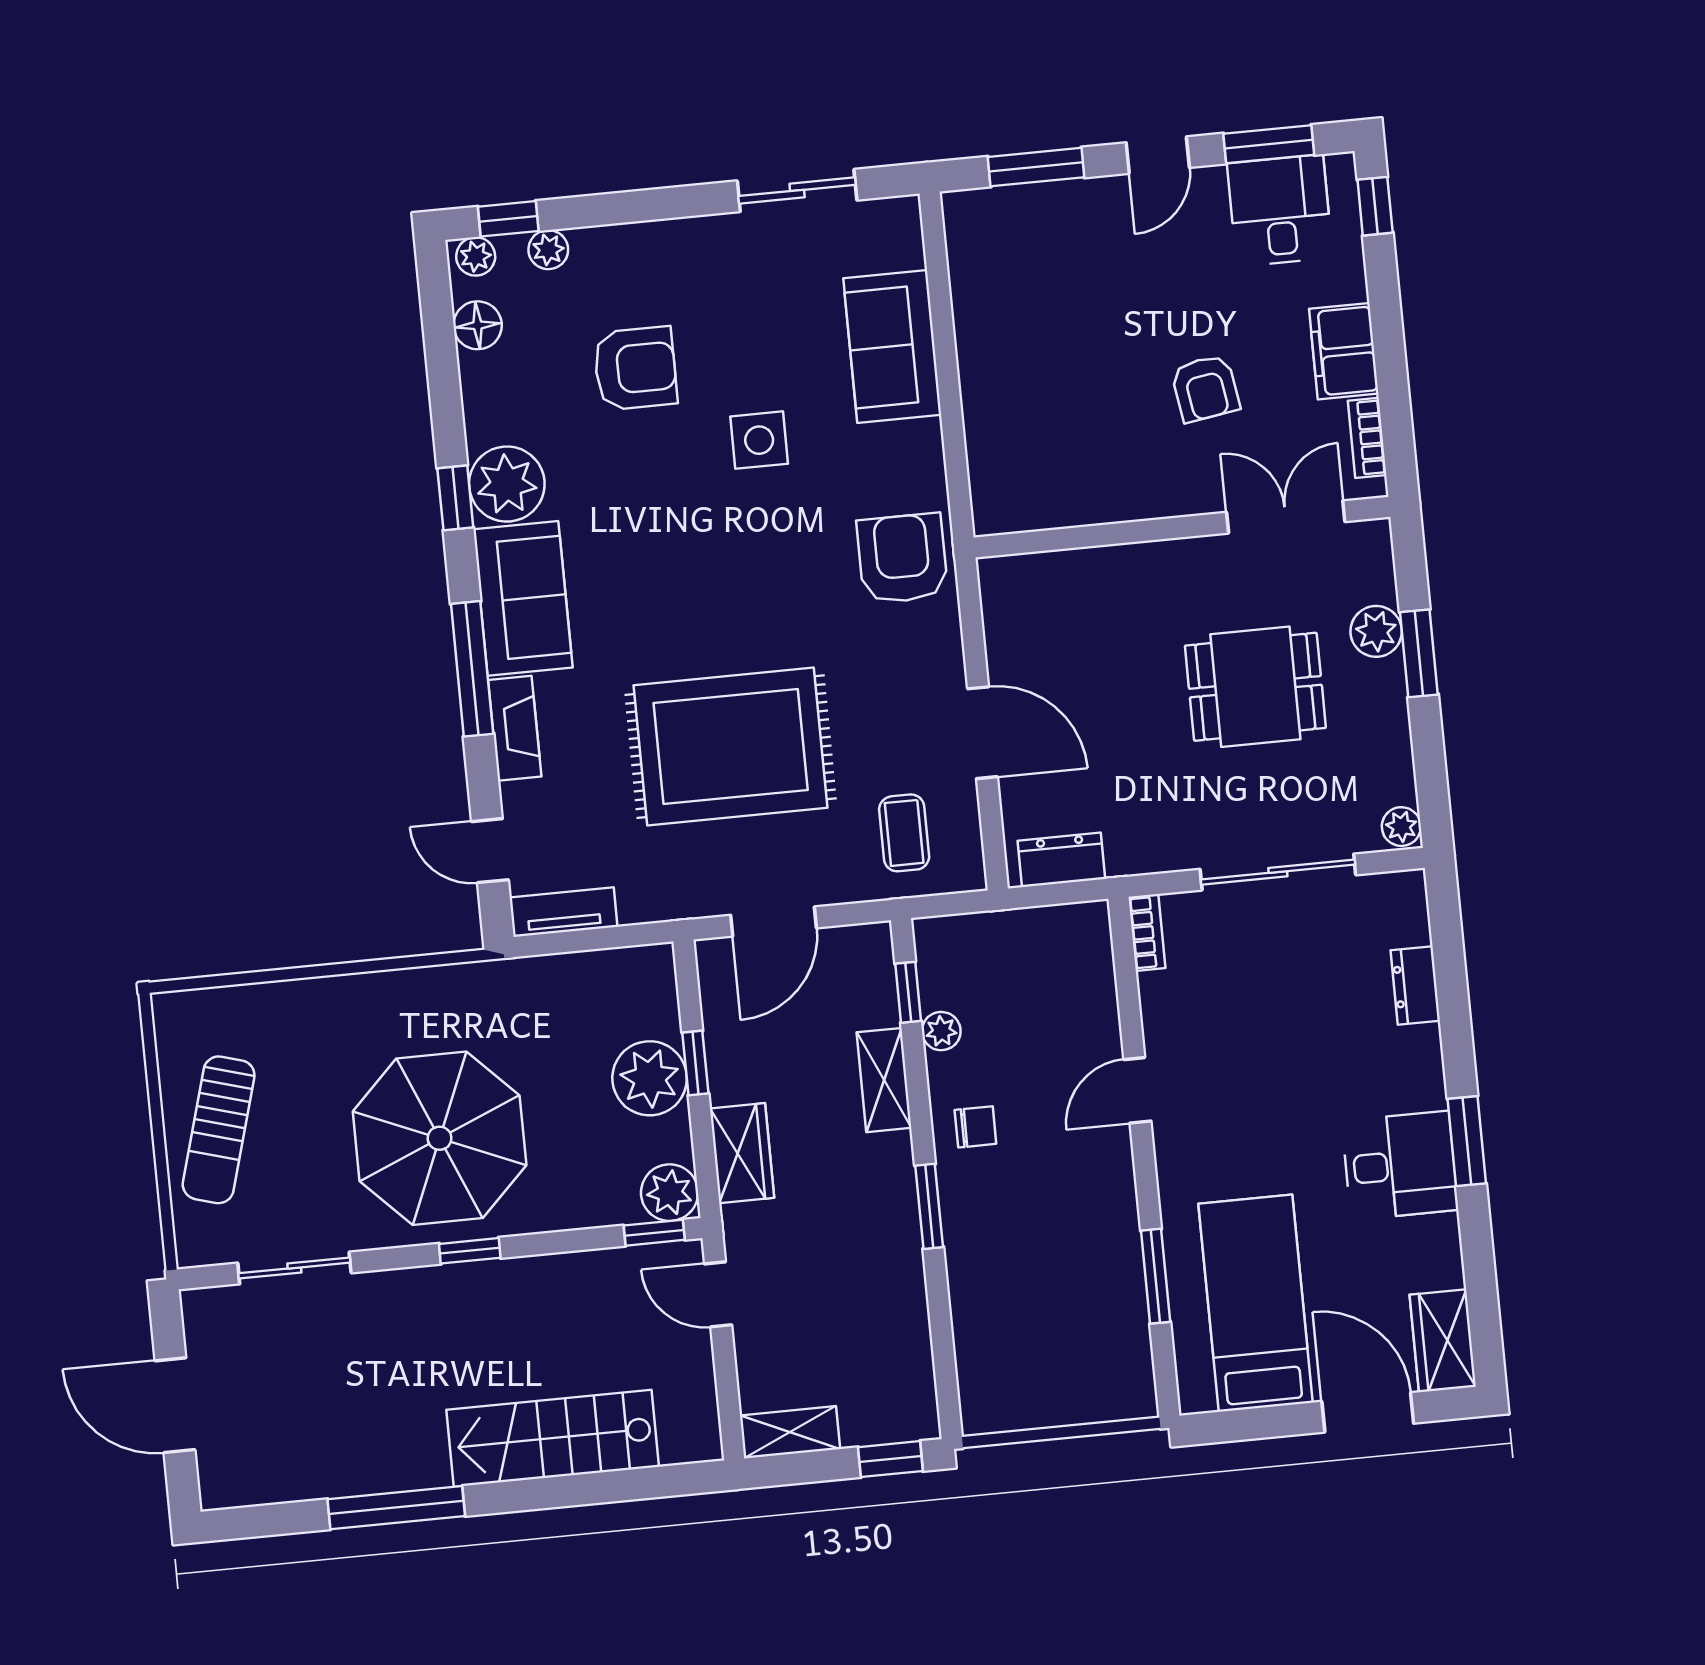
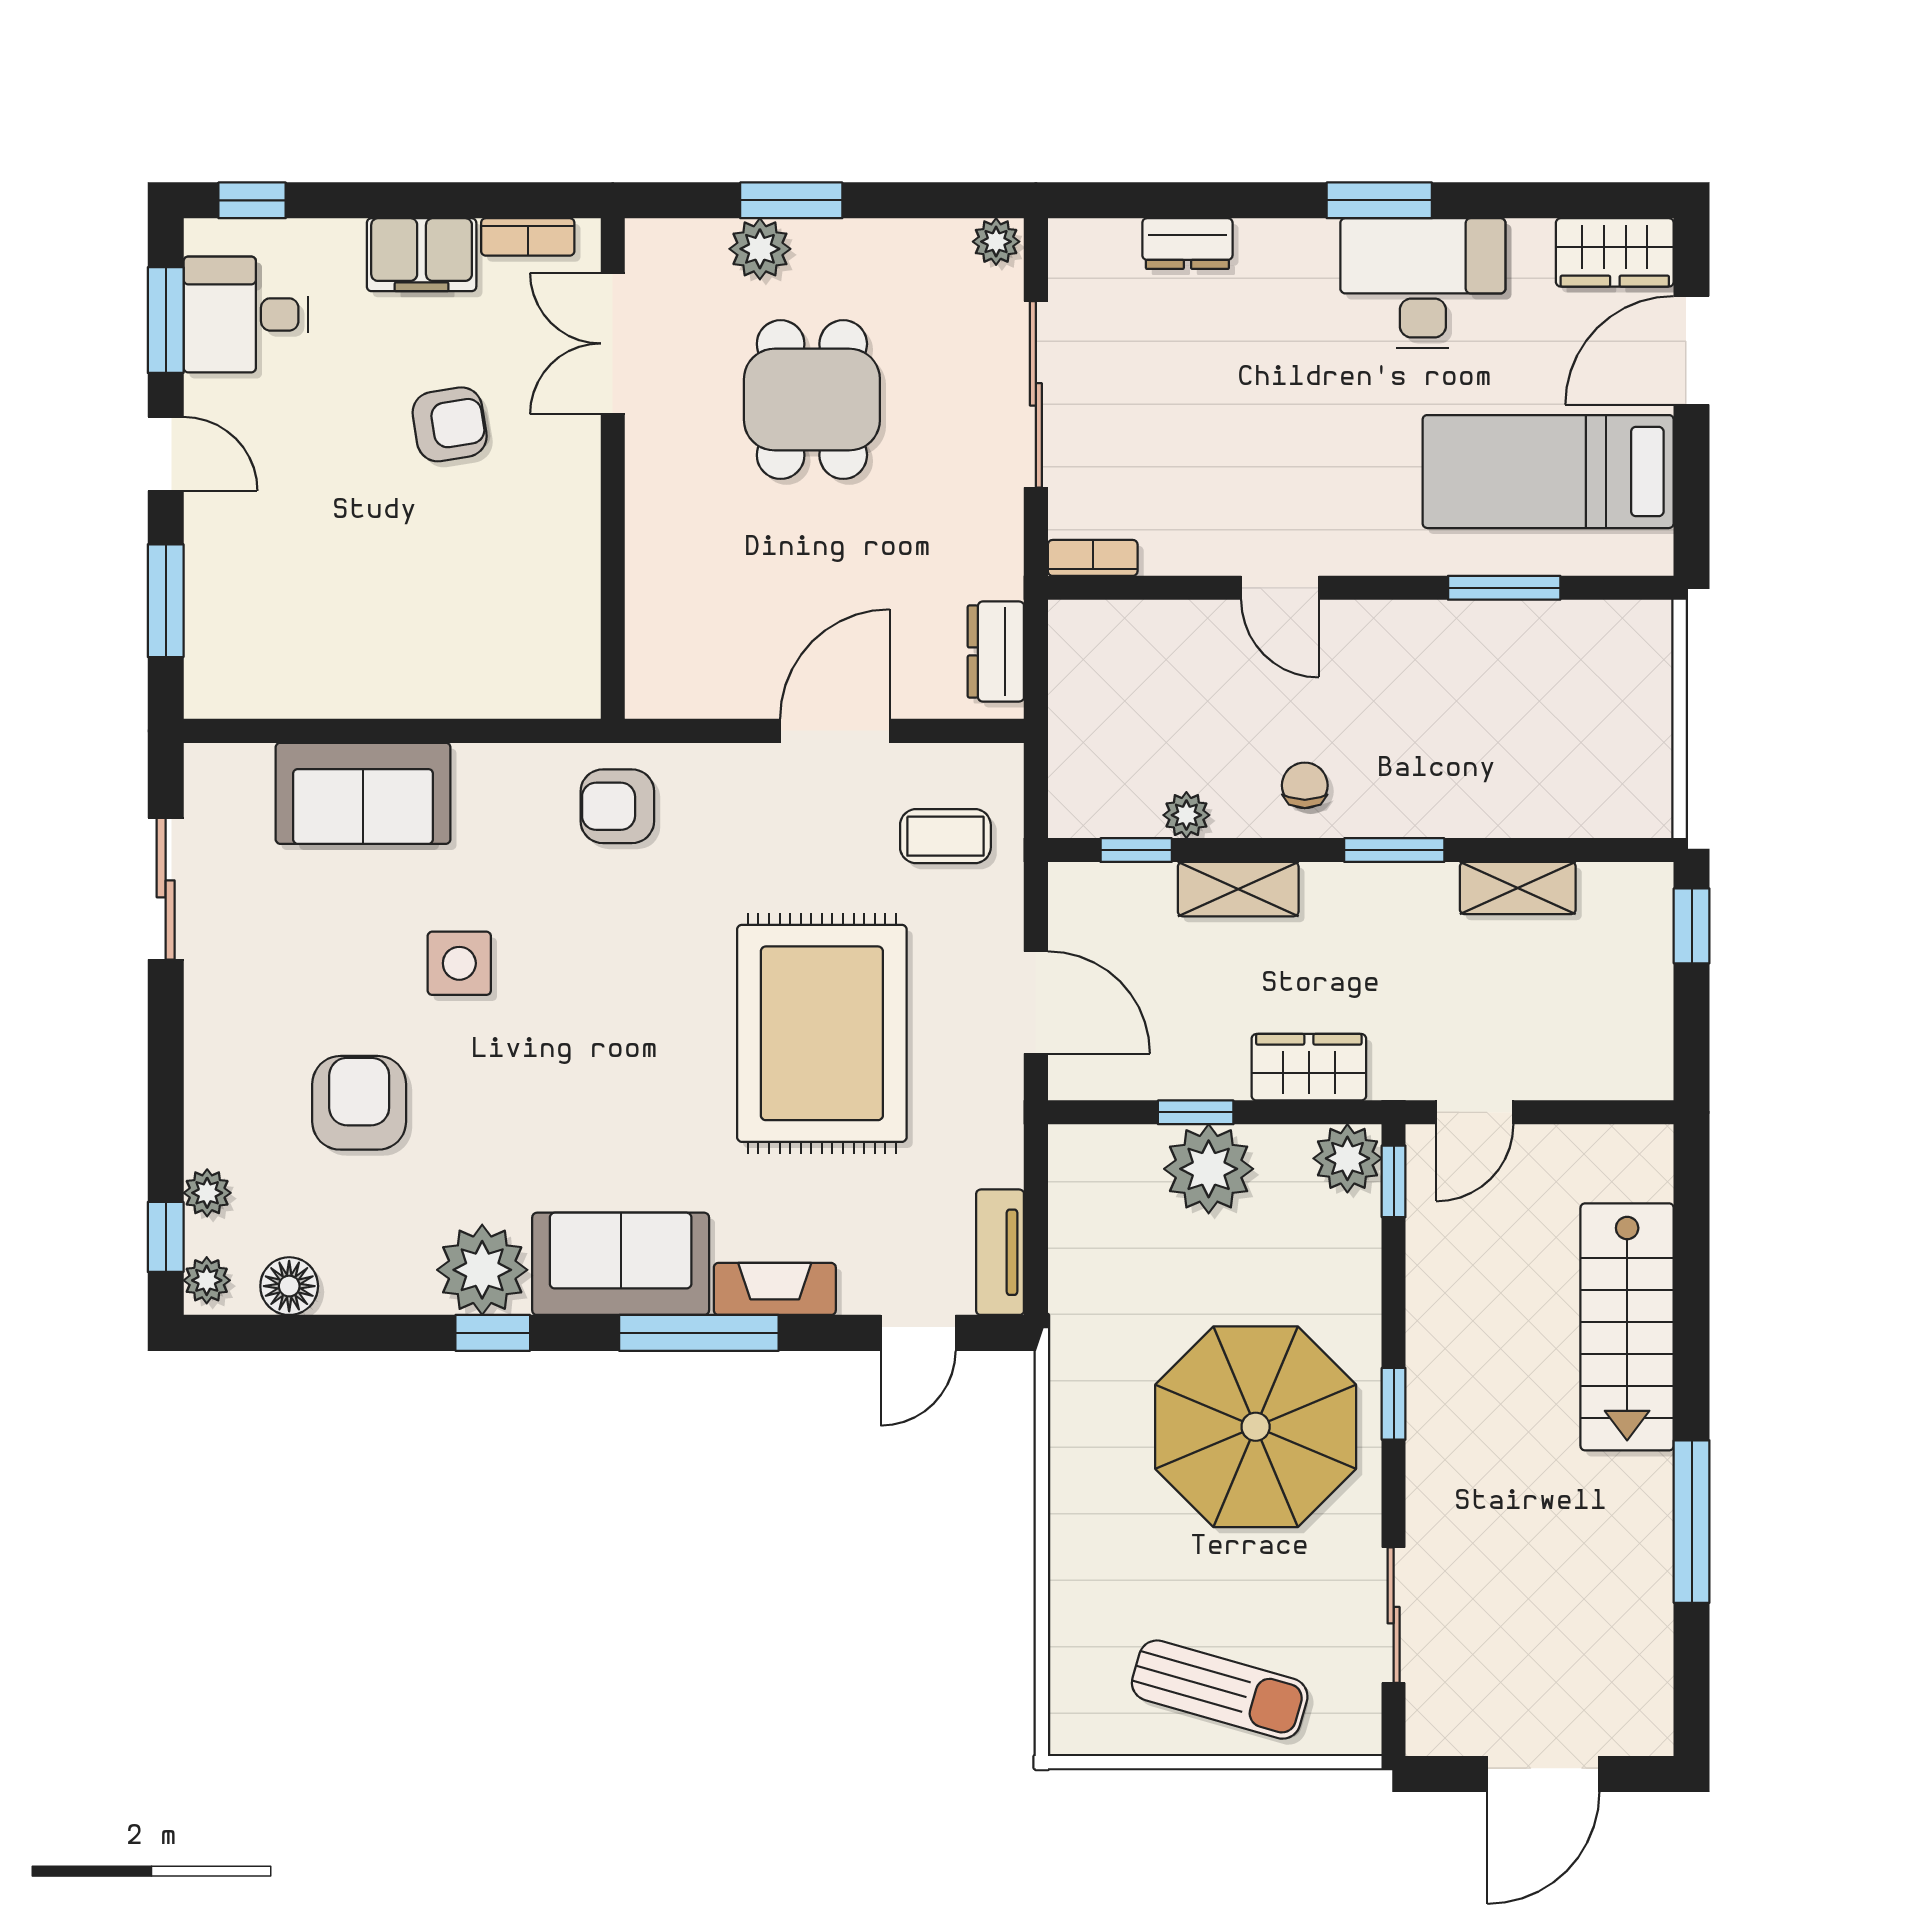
armchair: (902, 558) -> (617, 806), width x0.72, depth x0.72
desk: (1400, 1165) -> (1423, 283), width x1.37
shelving: (790, 1432) -> (1518, 888), moved, turned 90

